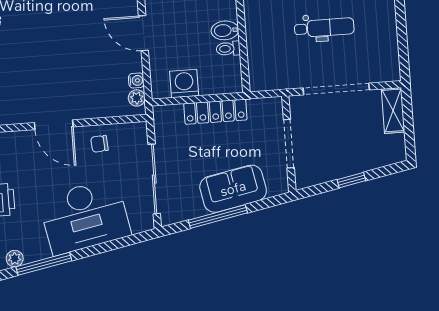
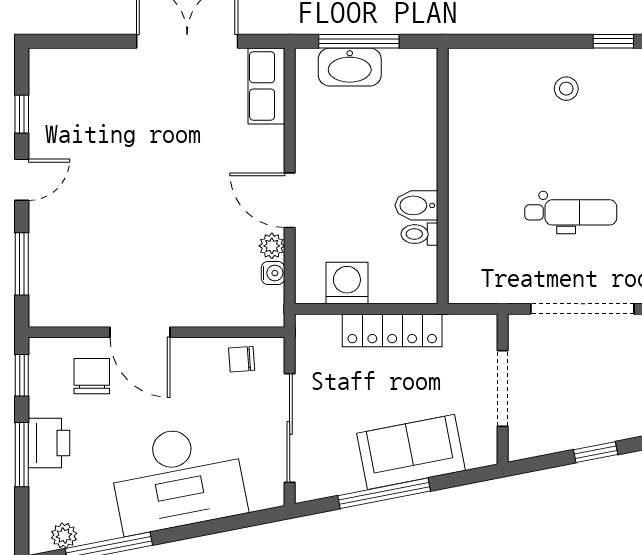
plant: (137, 98) -> (272, 246), moved
chair: (99, 144) -> (242, 359), moved
chair: (25, 155) -> (92, 376), added

